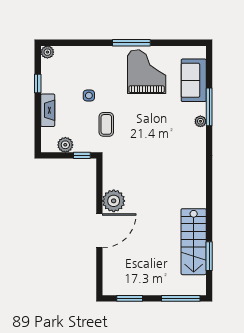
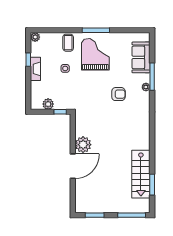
grand piano: (147, 72) -> (95, 54), moved
fireplace: (48, 110) -> (35, 69), moved
coffee table: (106, 124) -> (68, 43), moved
armchair: (163, 131) -> (118, 94), added

